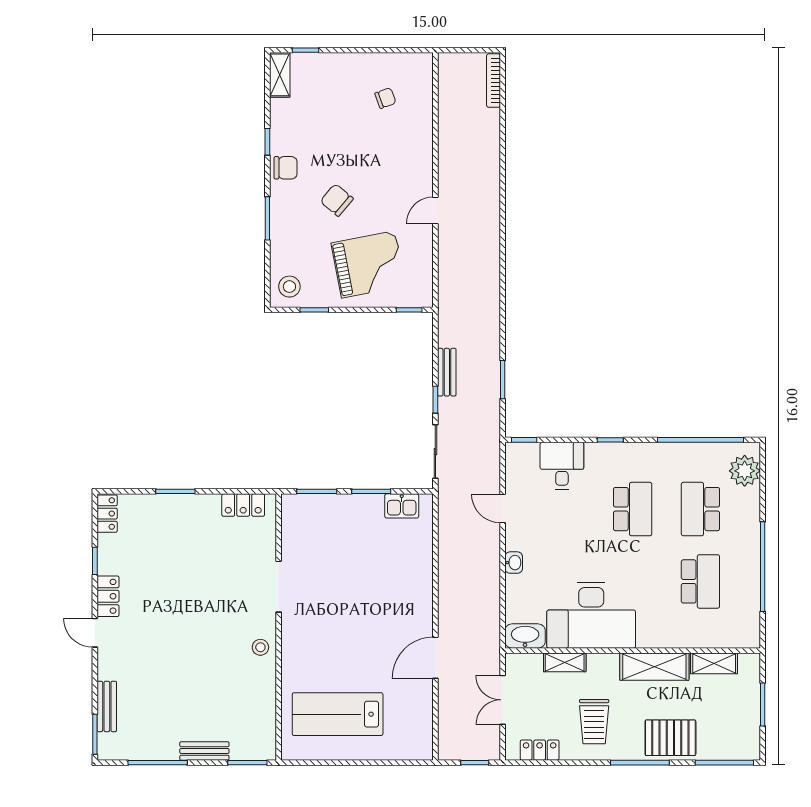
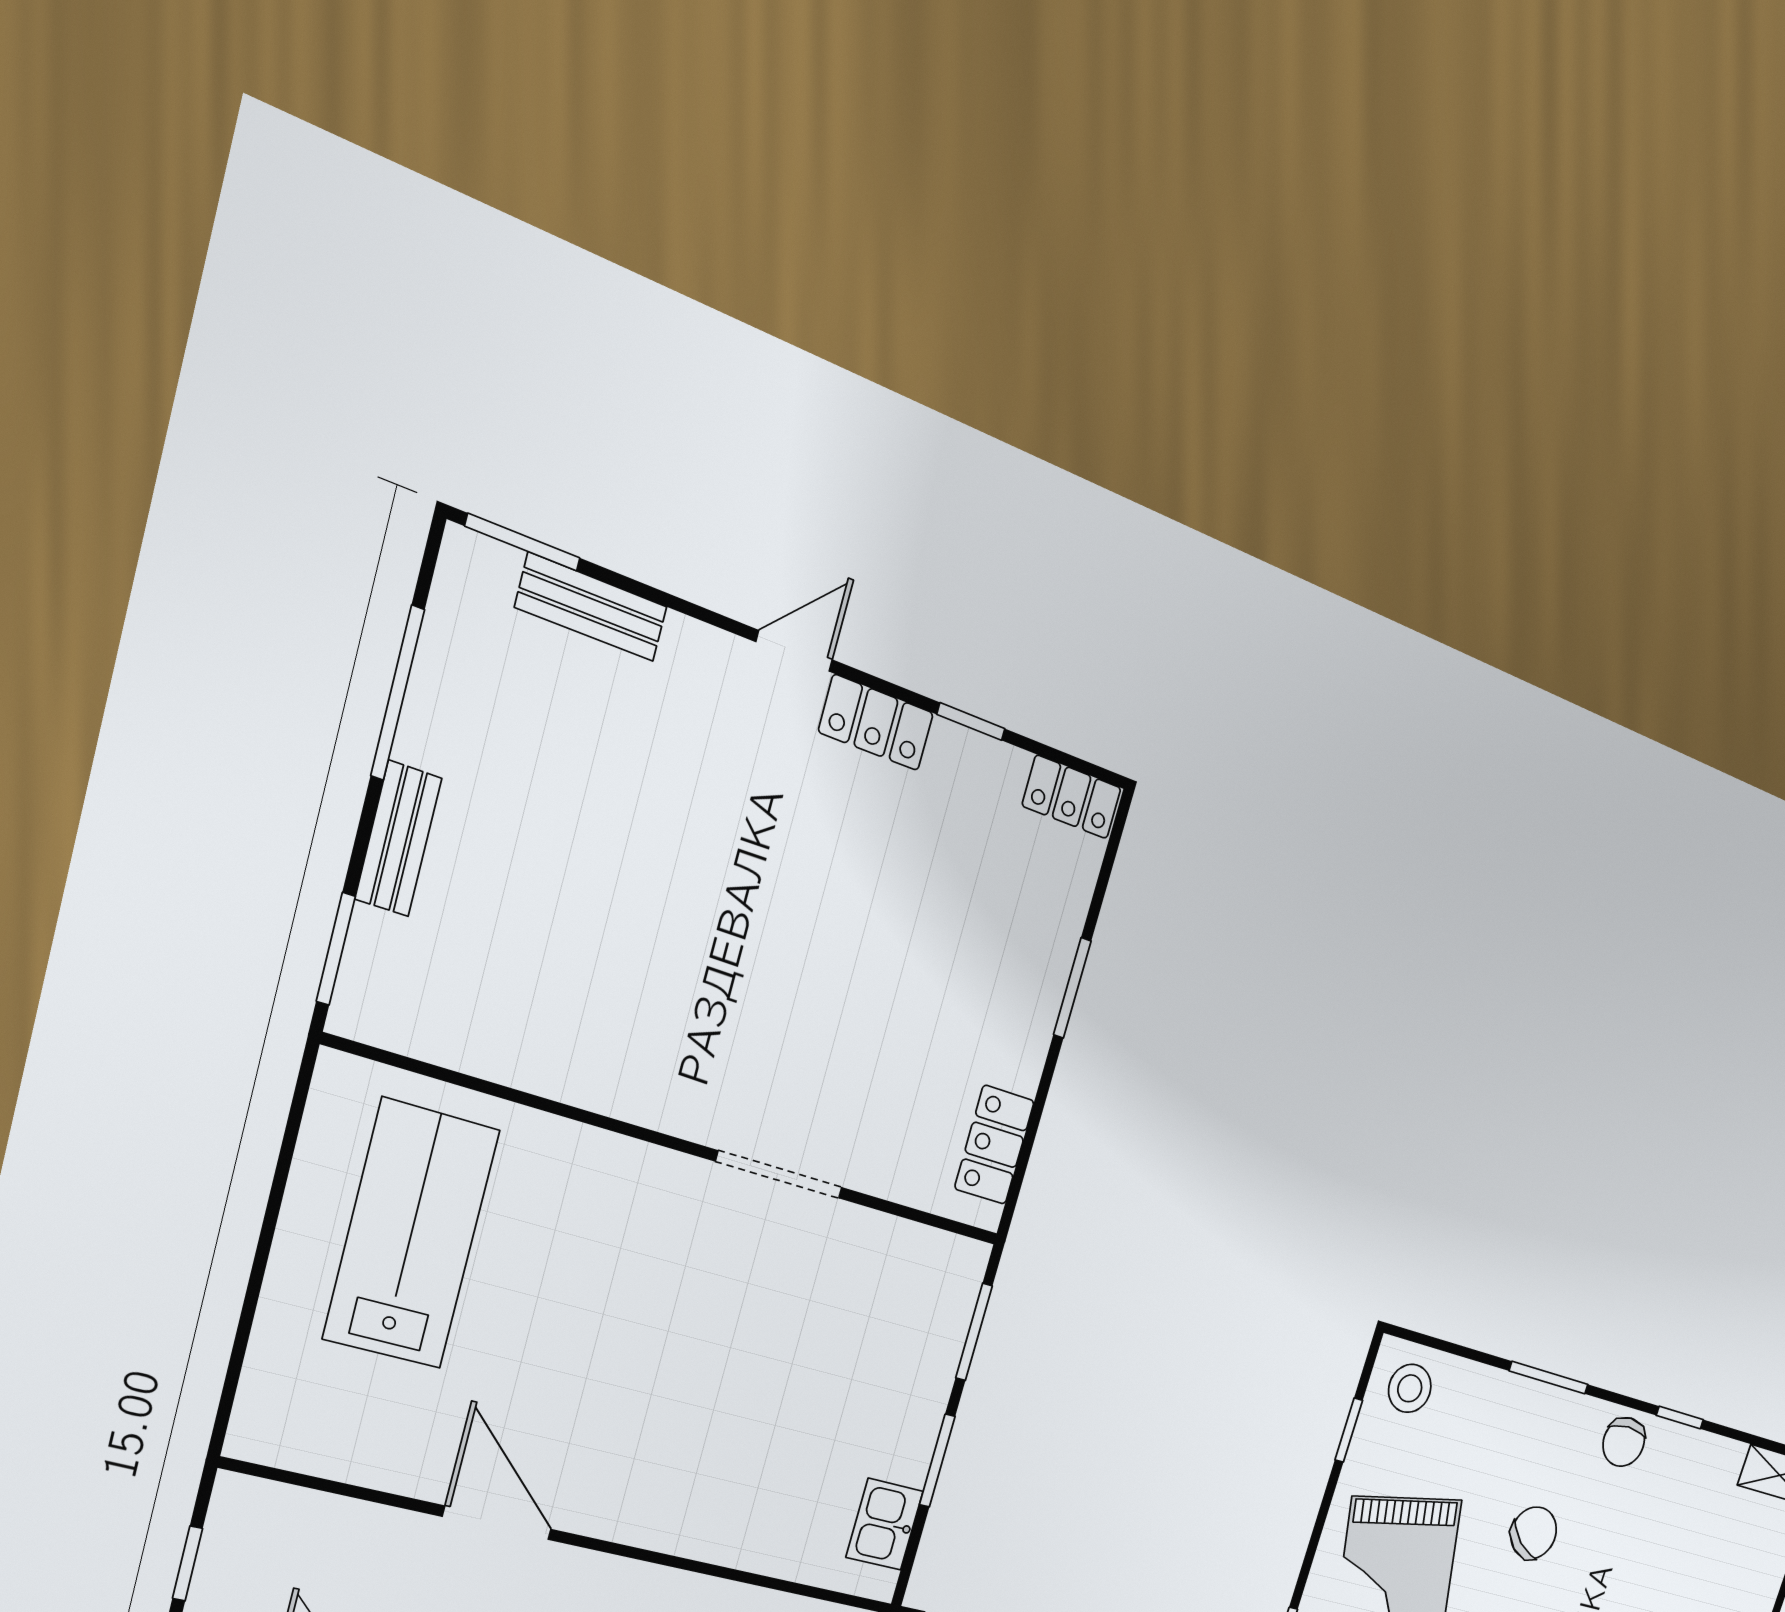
stool: (260, 647) -> (640, 1082), removed

